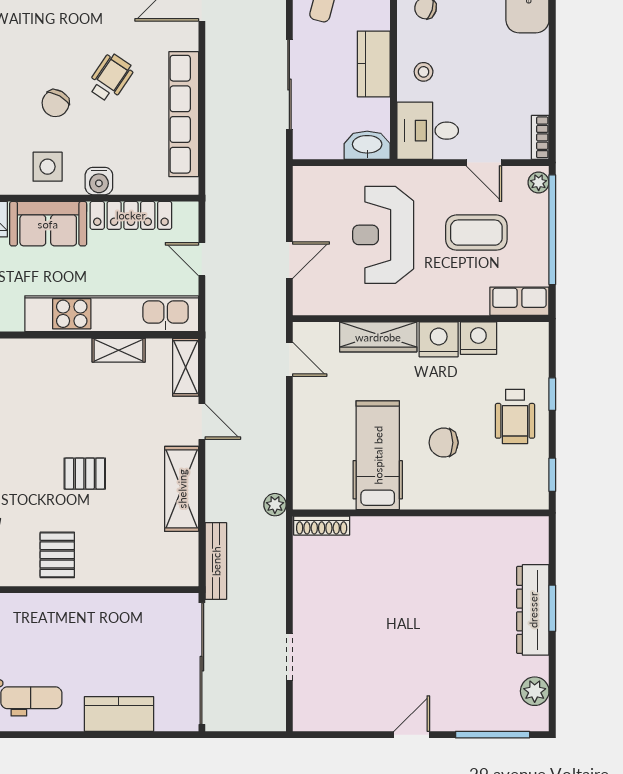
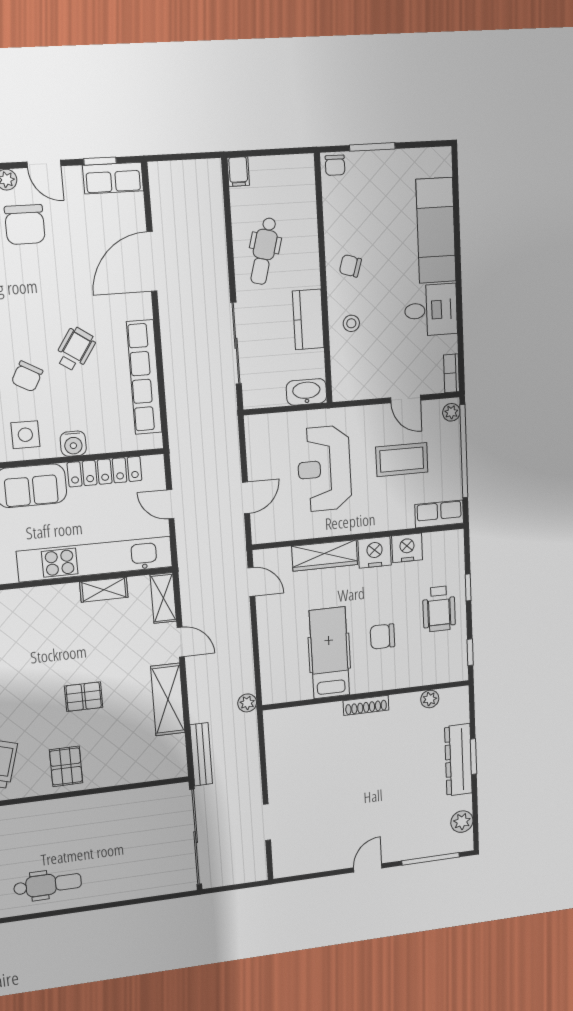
desk: (428, 131) -> (431, 310), moved, turned 180
shoe rack: (322, 526) -> (366, 705), moved
plant: (499, 527) -> (430, 699), added
kitchen counter: (119, 714) -> (130, 886), removed

